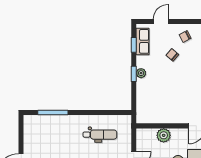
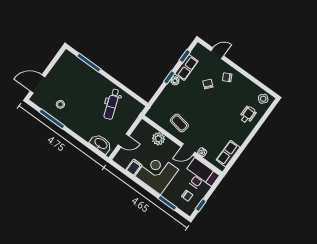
row of seats: (143, 41) -> (186, 67), moved
coffee table: (172, 108) -> (179, 123), added
dental chair: (100, 135) -> (112, 104), turned 70

